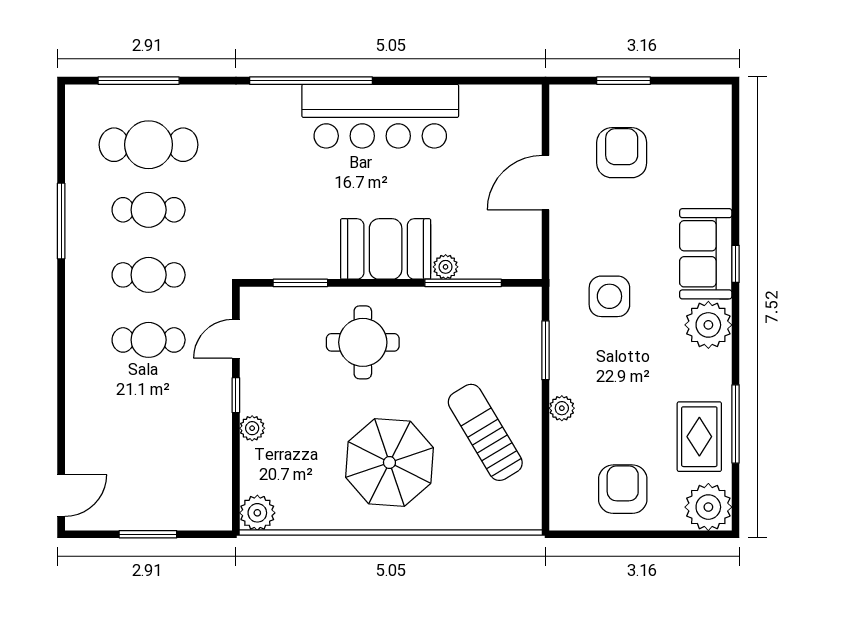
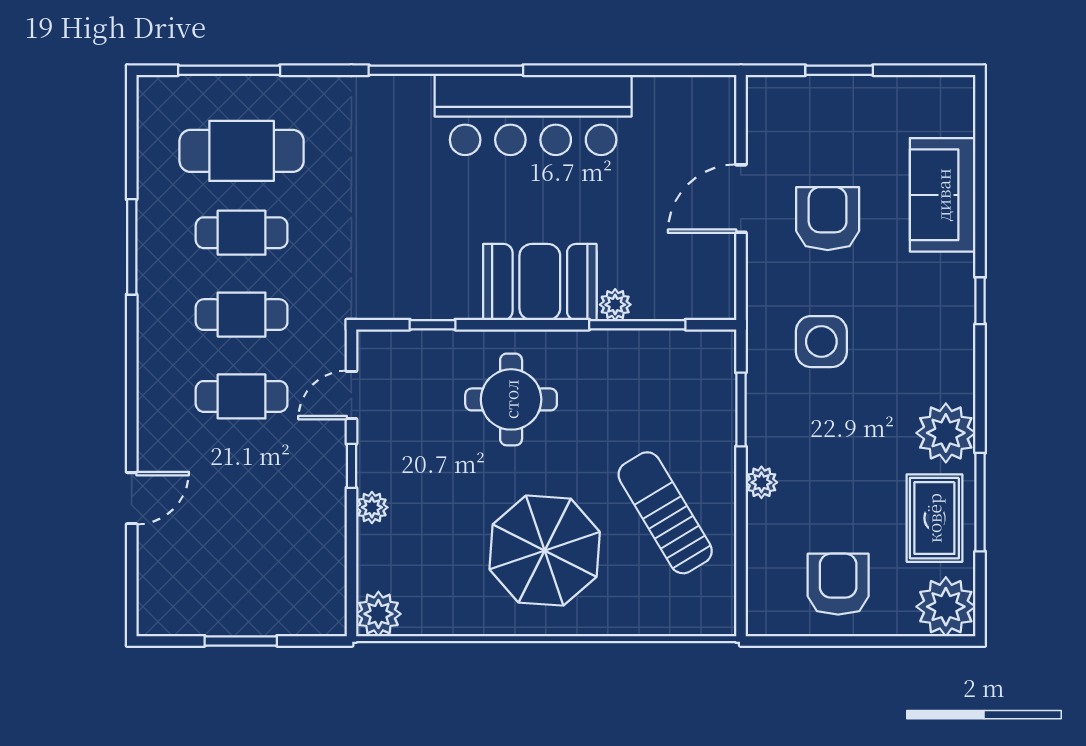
armchair: (622, 153) -> (828, 219), moved
sofa: (706, 254) -> (943, 195), moved
window: (300, 283) -> (433, 325), width x0.67
plant: (708, 325) -> (946, 433), moved
door: (61, 495) -> (132, 498), moved

